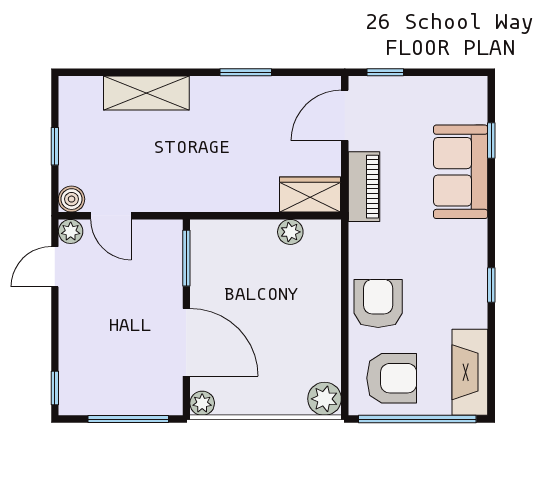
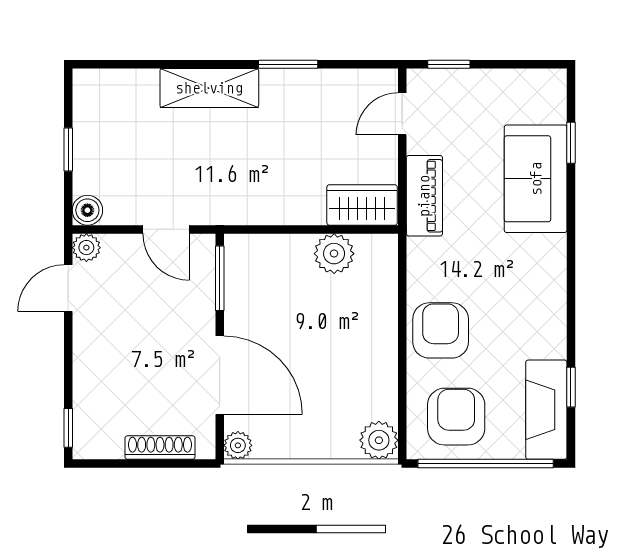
shelving: (146, 93) -> (209, 88), moved
door: (345, 115) -> (402, 114), width x0.73
door: (111, 216) -> (166, 229), moved
plant: (290, 232) -> (334, 254), width x1.38, depth x1.38
window: (491, 285) -> (571, 387), moved
armchair: (392, 378) -> (456, 417), turned -90
shoe rack: (135, 405) -> (160, 448), added
window: (128, 419) -> (153, 464), removed

